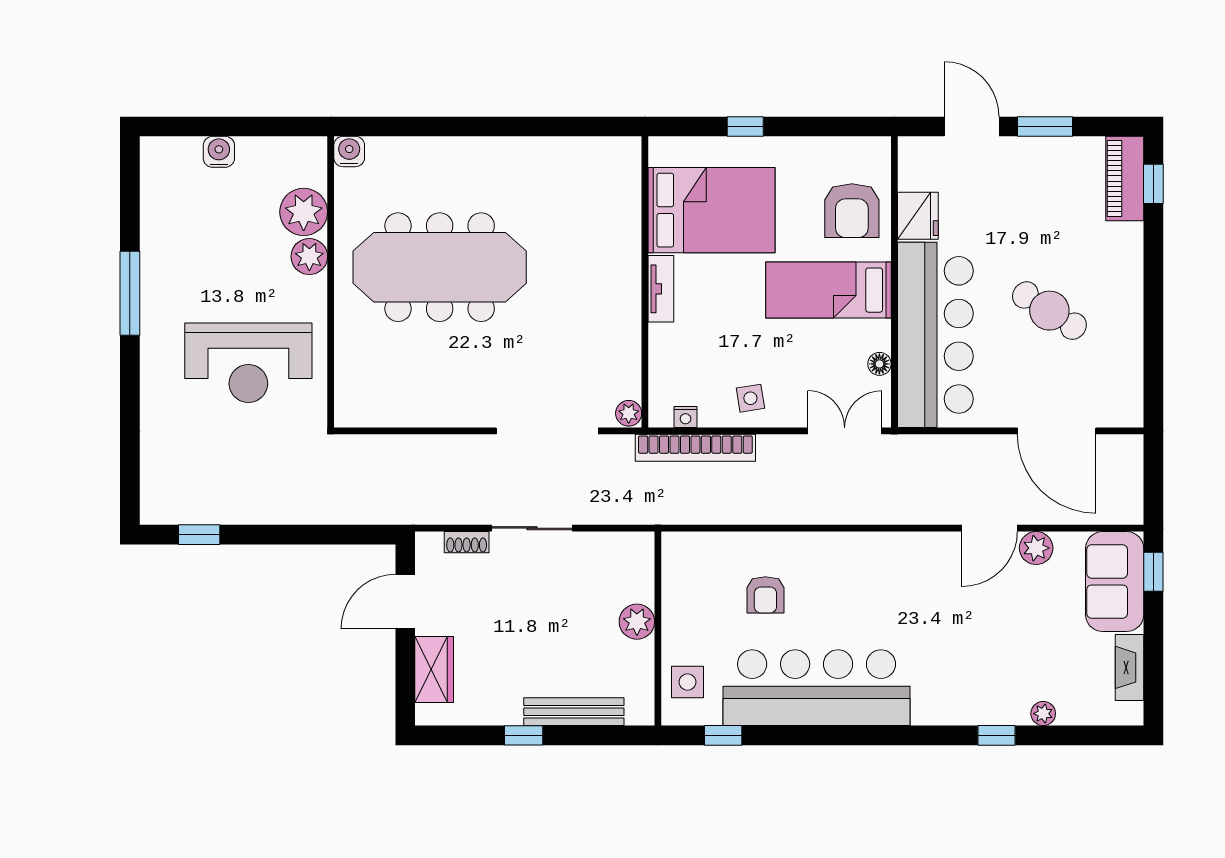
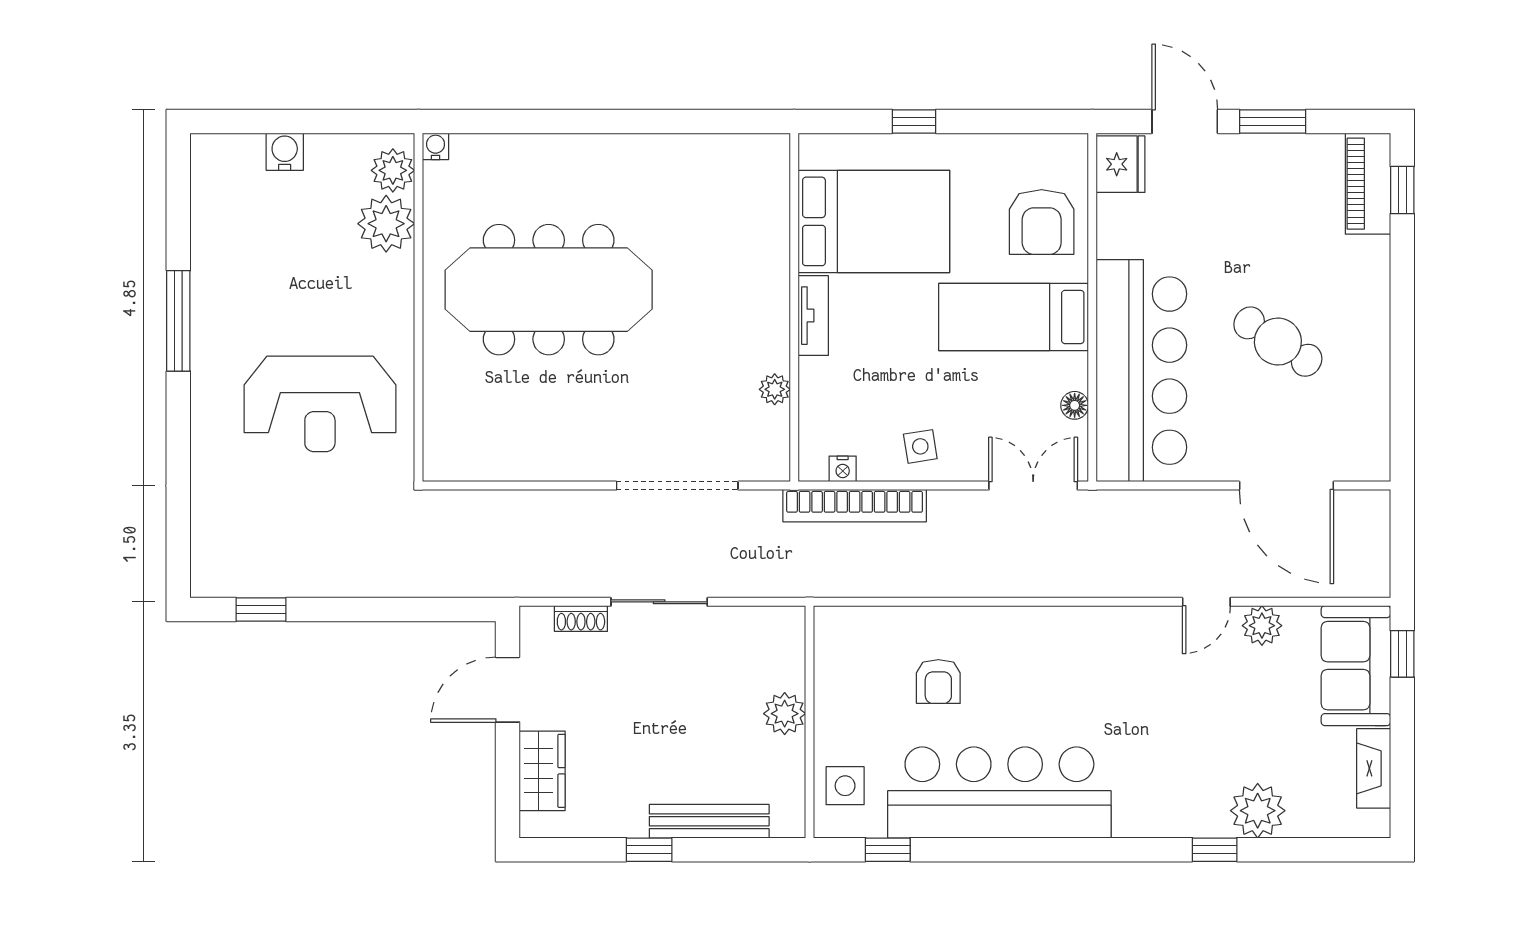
water cooler: (349, 152) -> (436, 146), width x0.72, depth x0.72
fridge: (918, 216) -> (1121, 164), moved
plant: (309, 257) -> (393, 170), moved
plant: (629, 413) -> (775, 389), moved
door: (990, 528) -> (1206, 602), width x0.73
plant: (1043, 714) -> (1258, 811), width x1.87, depth x1.87

